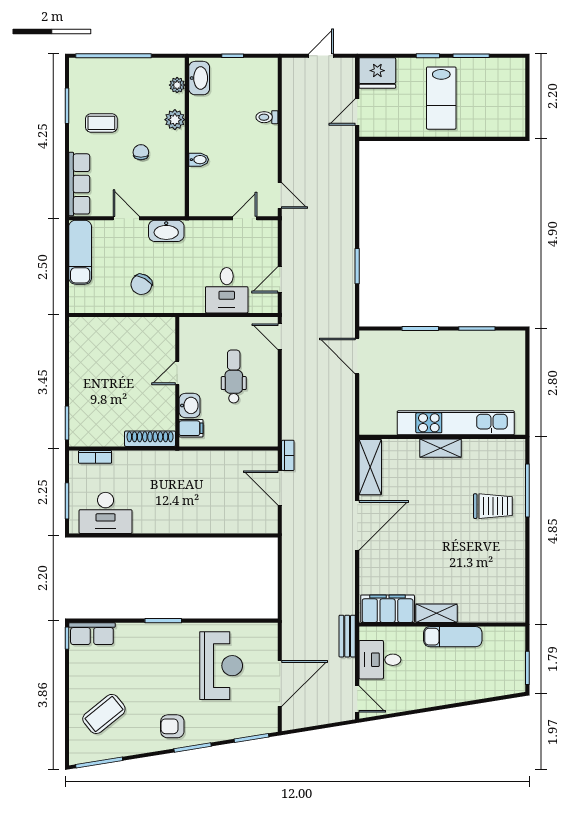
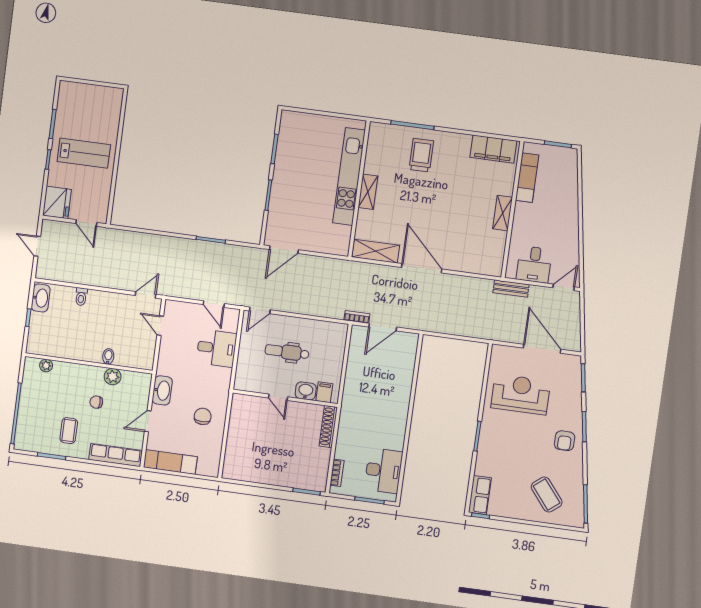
washbasin: (199, 78) -> (41, 298), moved, turned 90
plant: (175, 120) -> (113, 377), moved
chair: (141, 284) -> (203, 416), turned -119
filing cabinet: (388, 609) -> (493, 149), moved, turned -90
exam couch: (453, 637) -> (527, 178), moved

